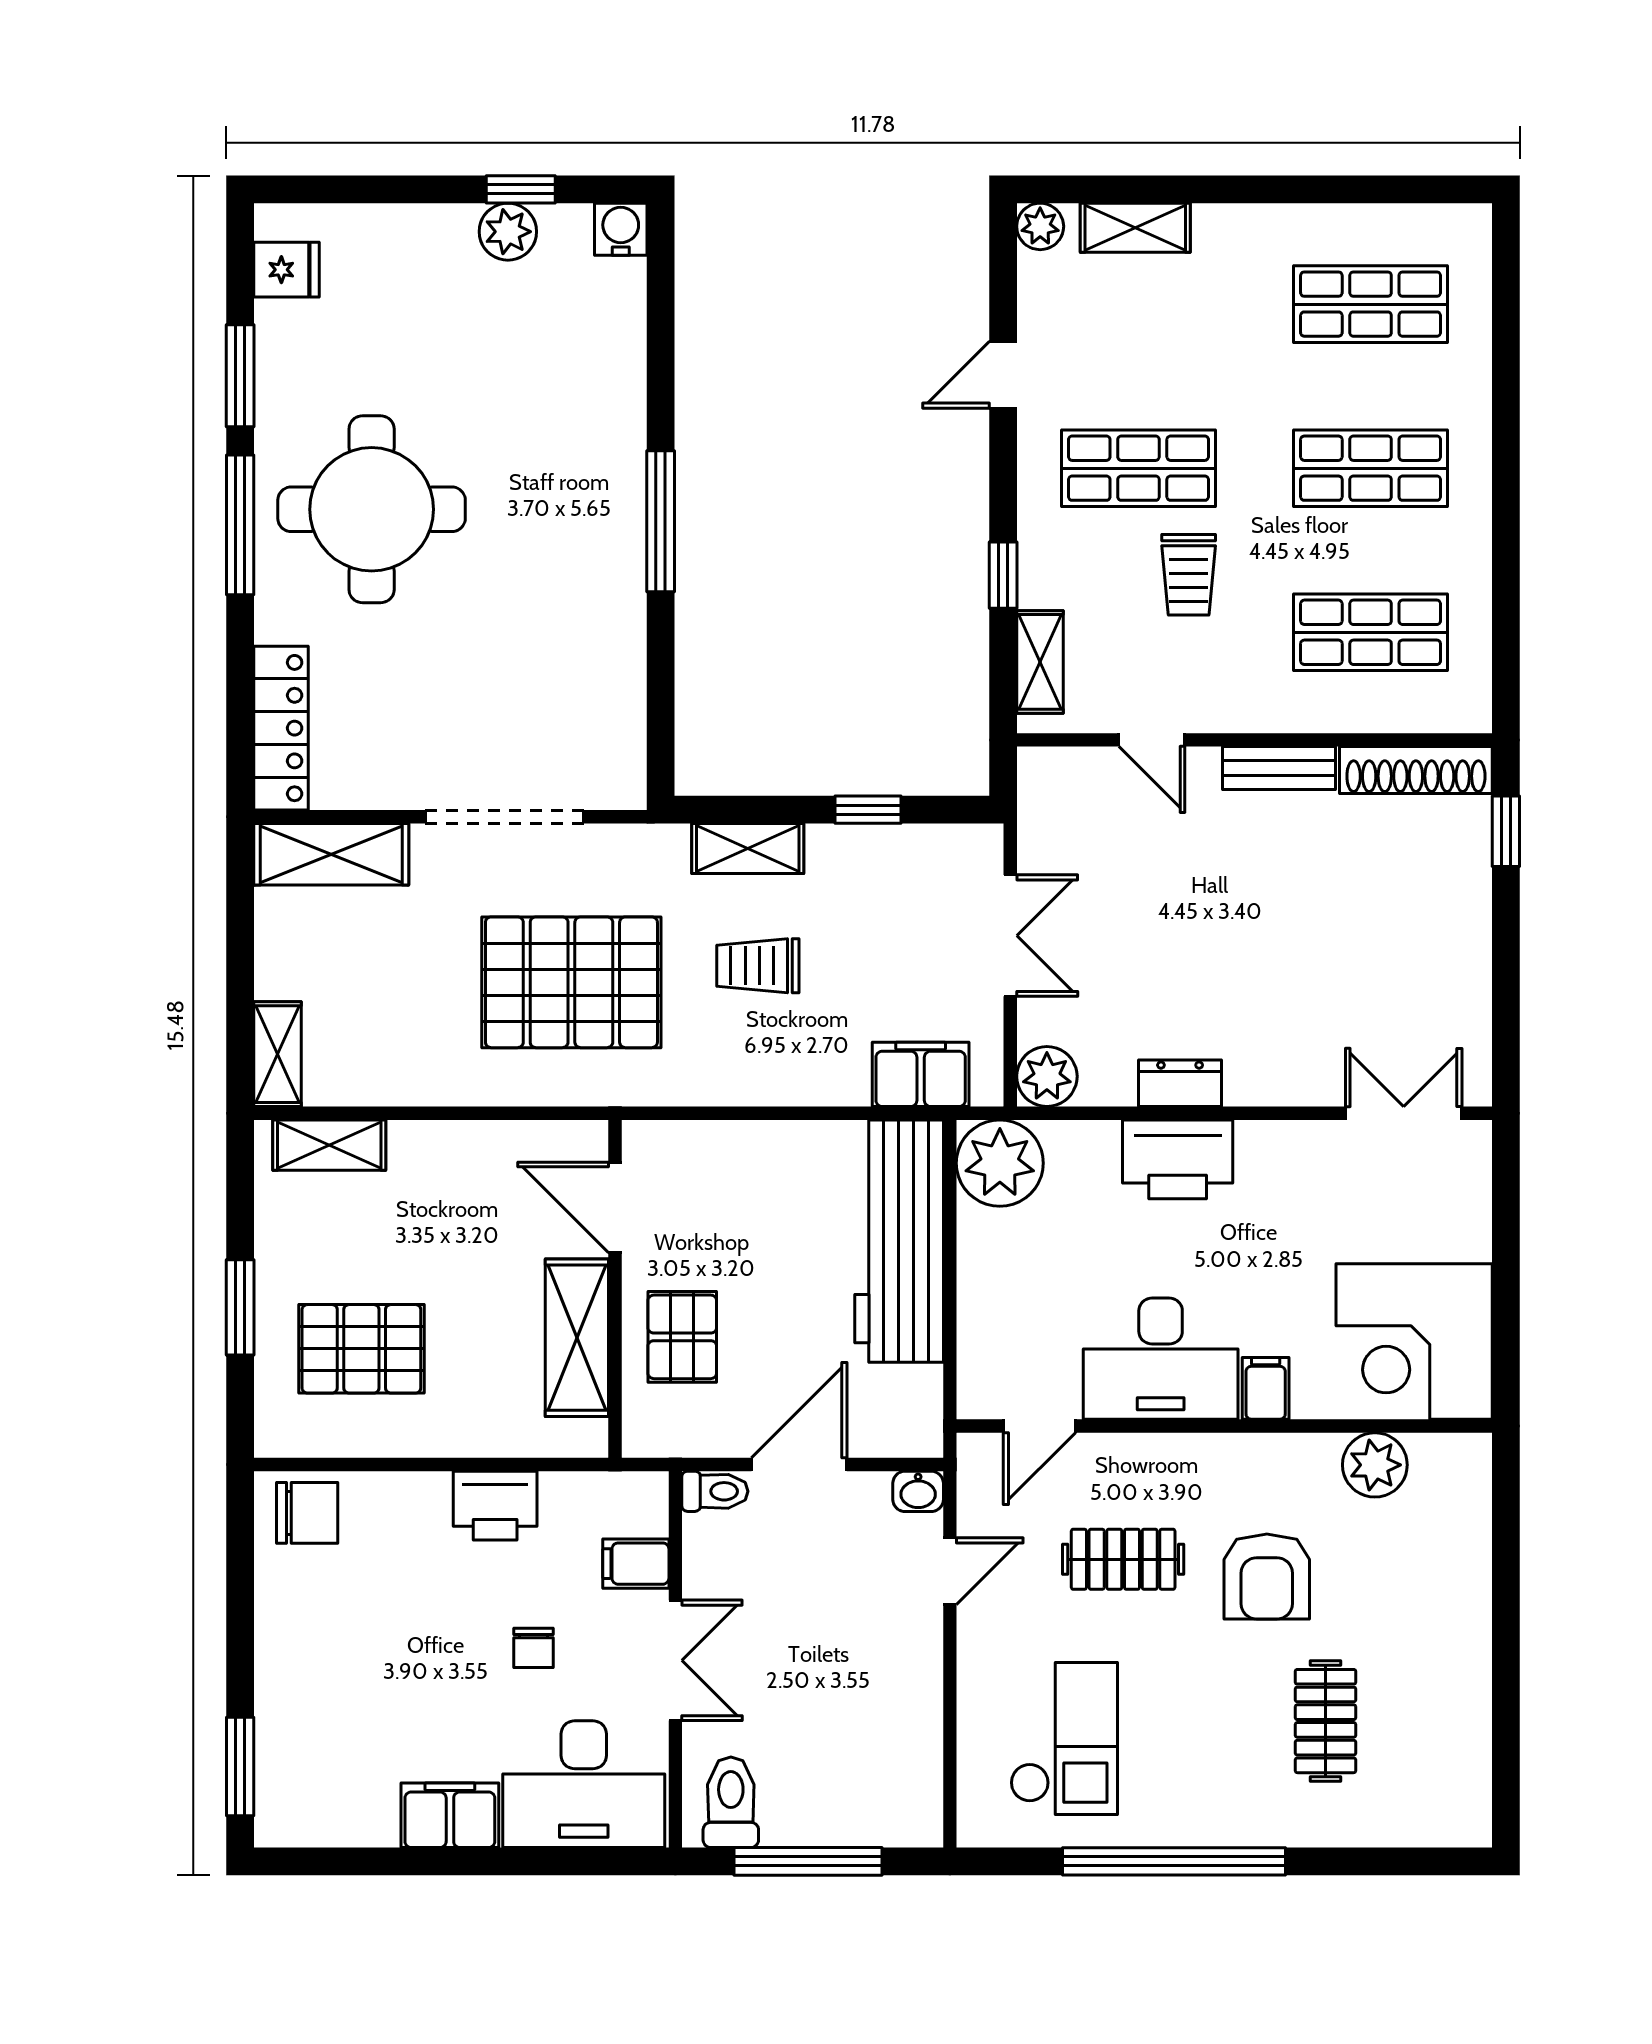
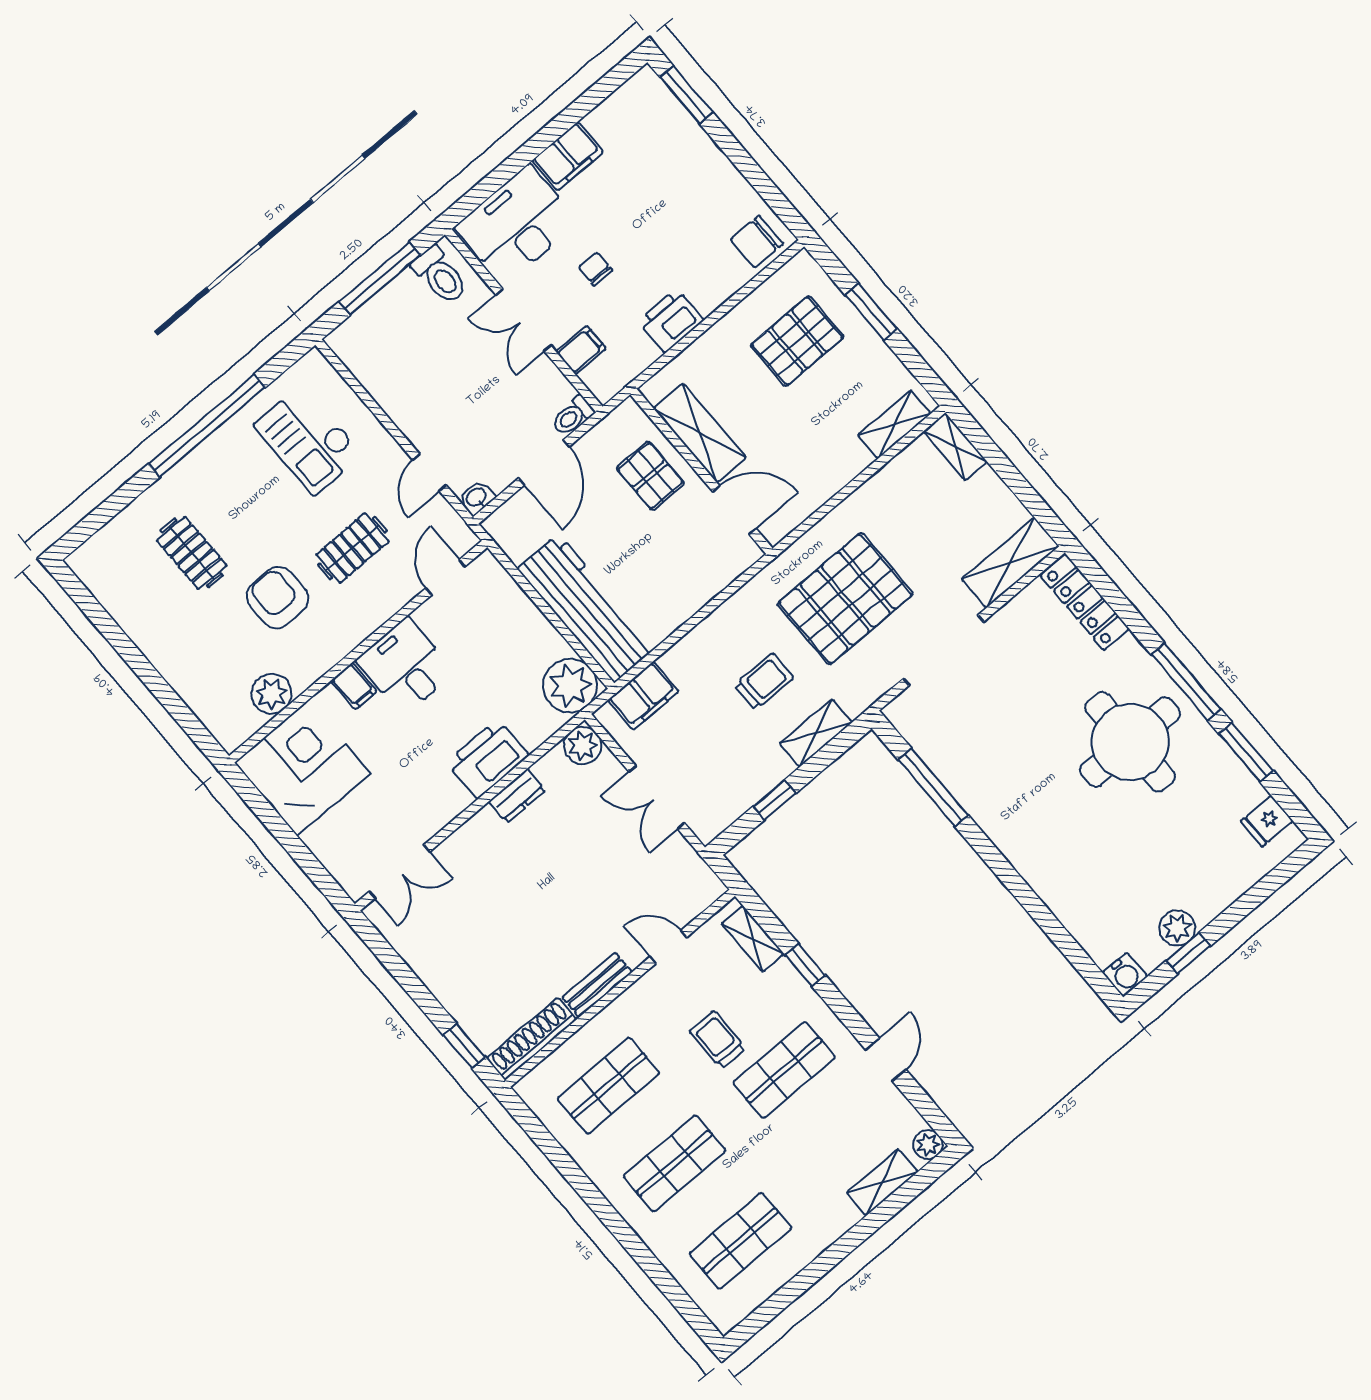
window: (661, 521) -> (933, 787), moved
desk: (1161, 1359) -> (405, 666), width x0.73

